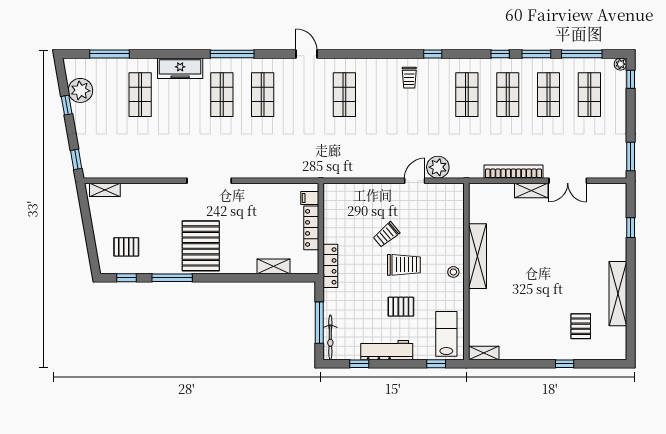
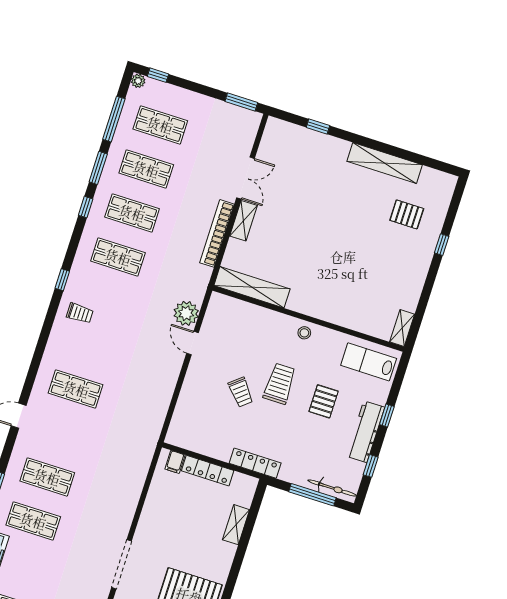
shelving: (478, 256) -> (252, 287), moved
window: (436, 364) -> (387, 415), moved

